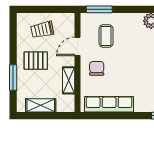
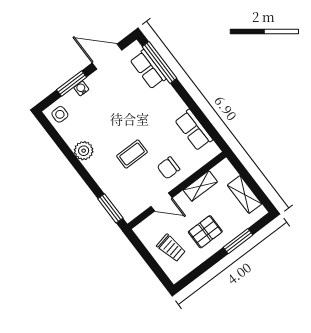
coffee table: (106, 36) -> (132, 154), moved
pallet: (36, 61) -> (205, 232), turned 90
row of seats: (109, 104) -> (194, 130), width x0.68

